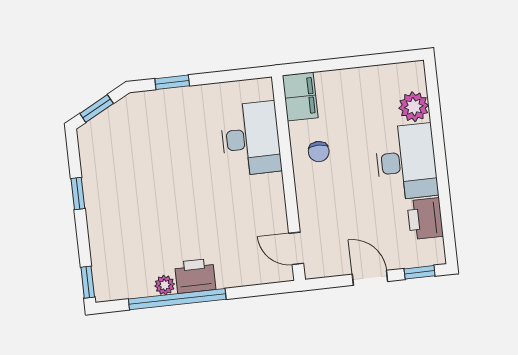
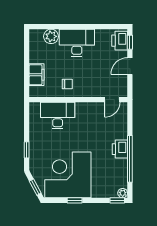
filing cabinet: (300, 97) -> (37, 75), moved, turned 90
corner desk: (129, 174) -> (68, 175), added
printer: (425, 219) -> (120, 41), moved, turned 90
plant: (165, 285) -> (123, 193), moved

